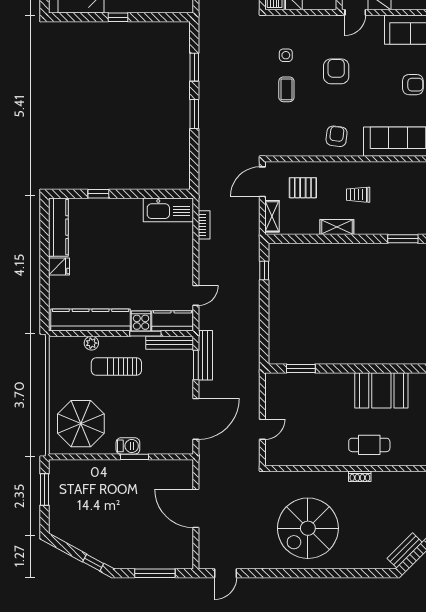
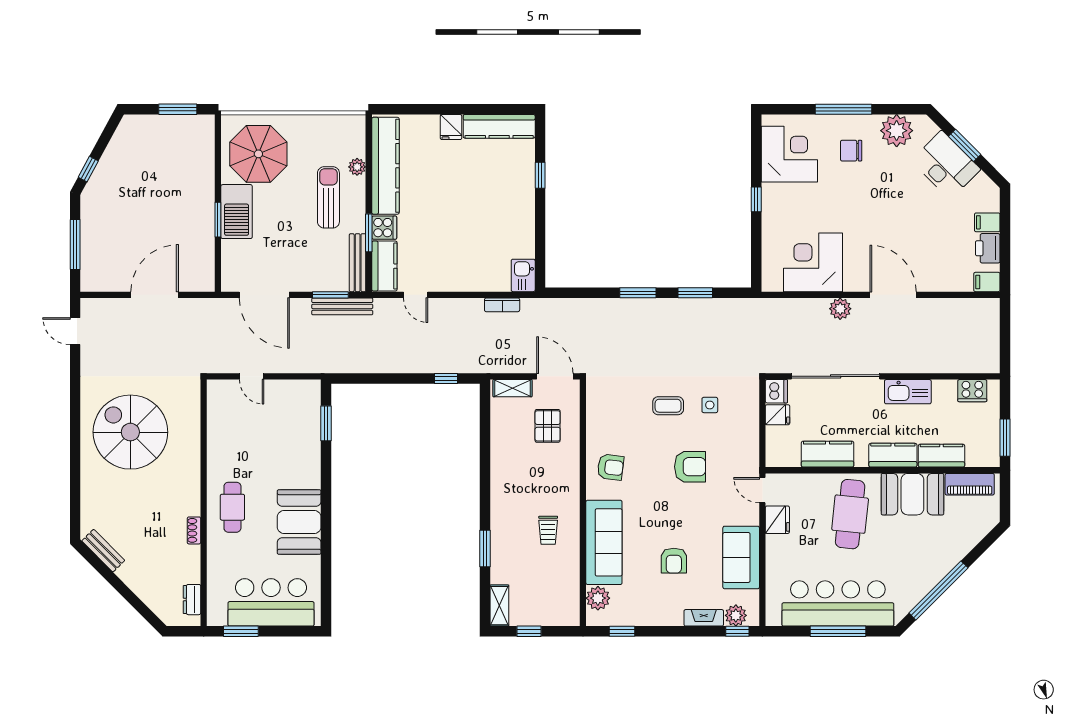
trolley: (358, 195) -> (548, 530), moved, turned 180
kitchen sink: (168, 210) -> (523, 275), width x0.53, depth x0.81
shelving: (337, 227) -> (499, 468), removed
barbecue: (128, 446) -> (237, 212), width x1.88, depth x1.53
shoe rack: (360, 476) -> (194, 530), moved

